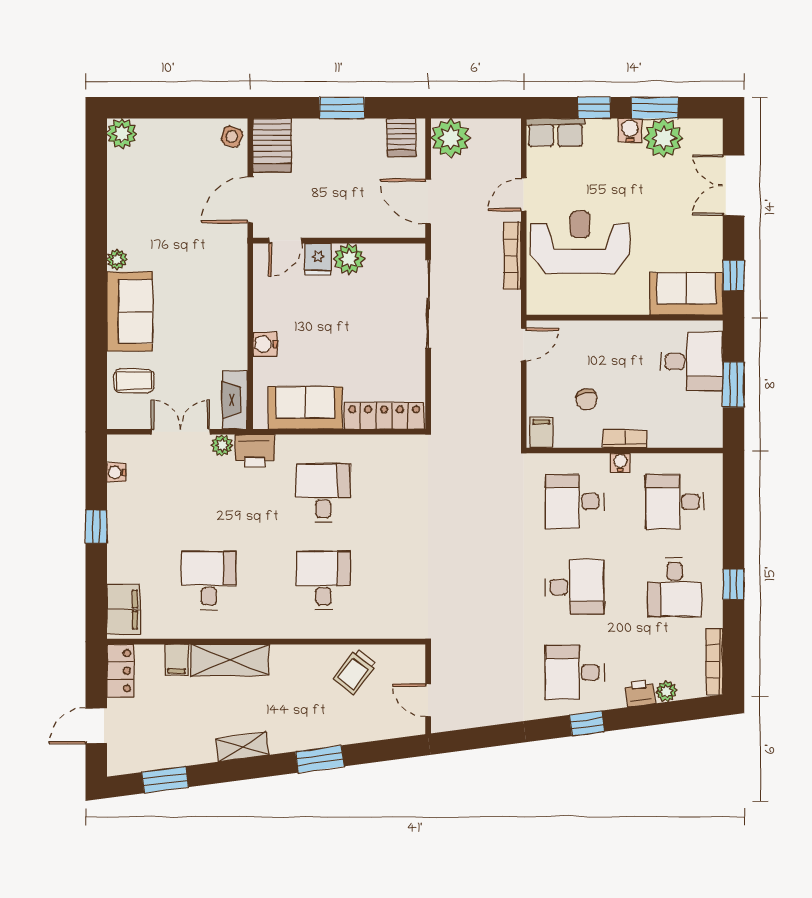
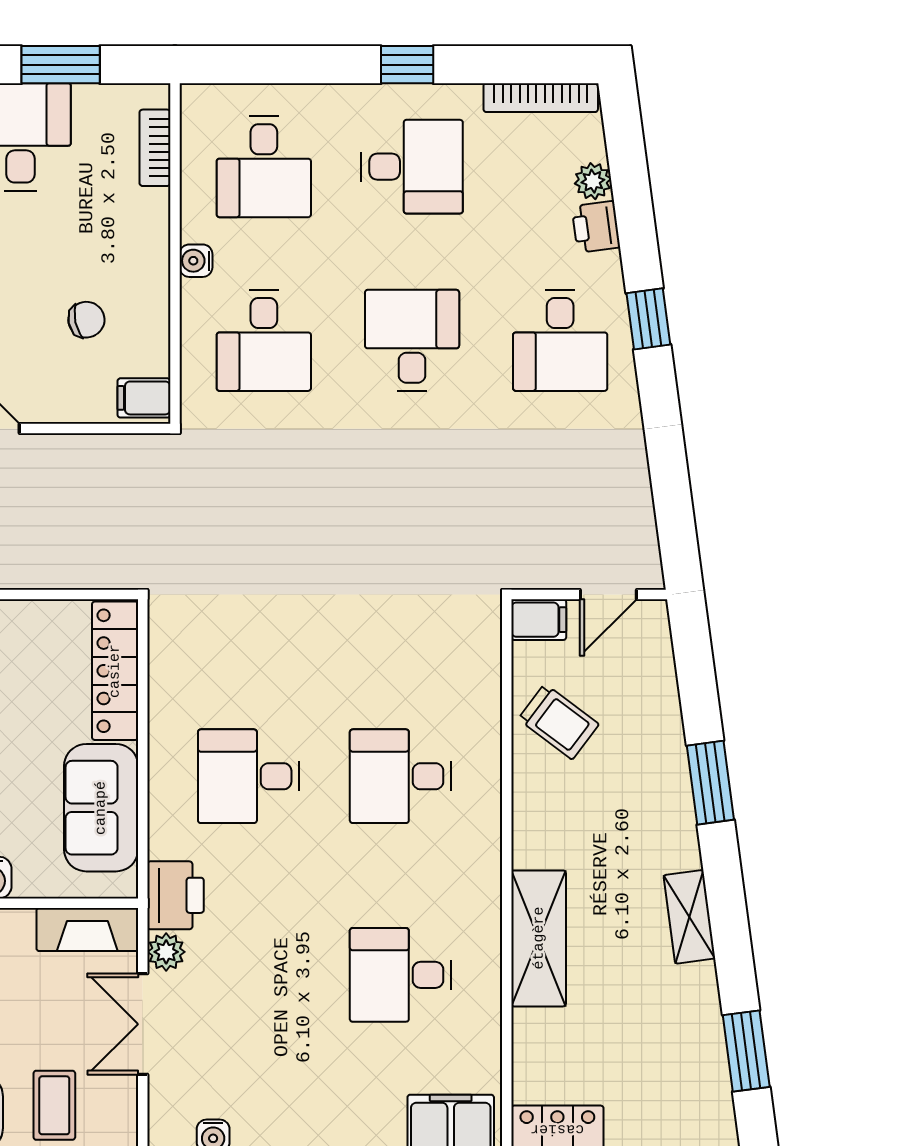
bookcase: (625, 439) -> (155, 148), moved
filing cabinet: (177, 660) -> (539, 620), moved

